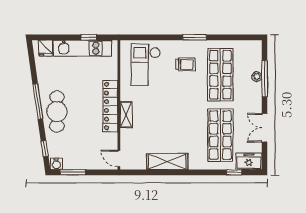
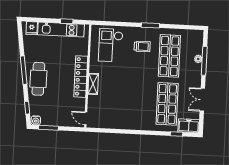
shelving: (167, 162) -> (124, 123), removed

